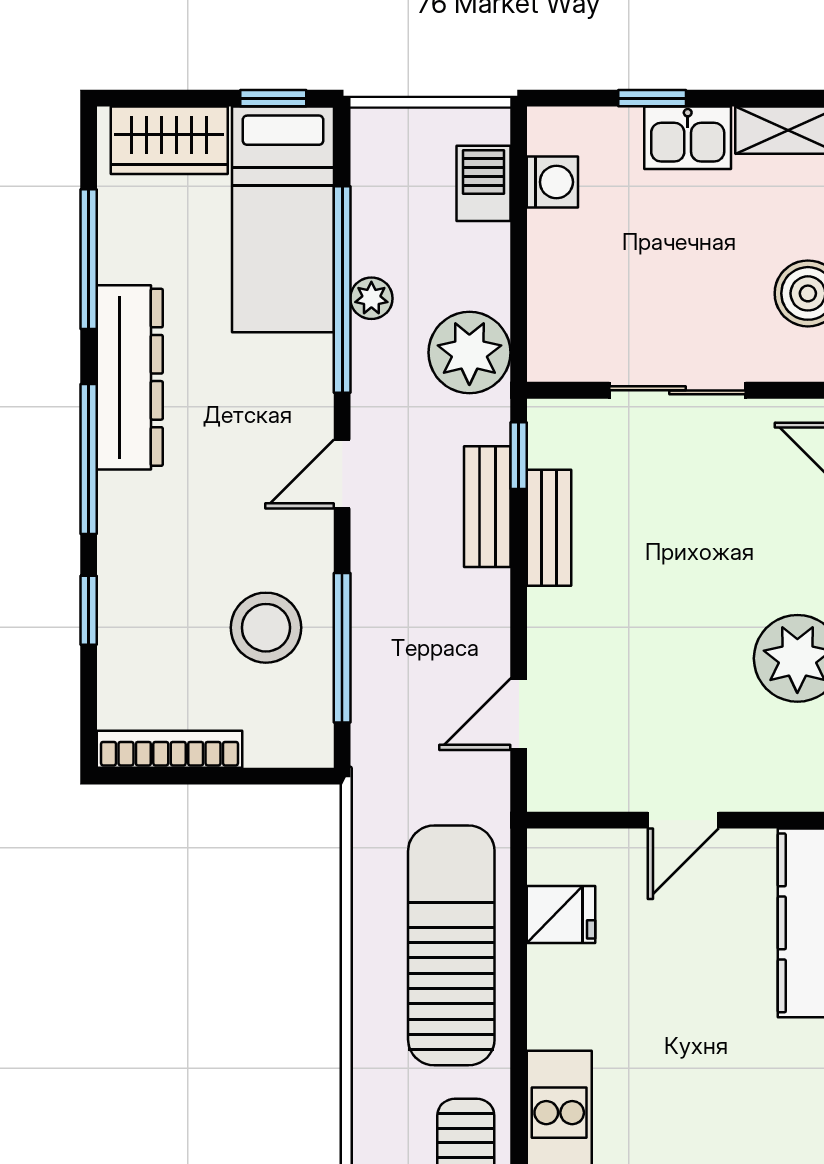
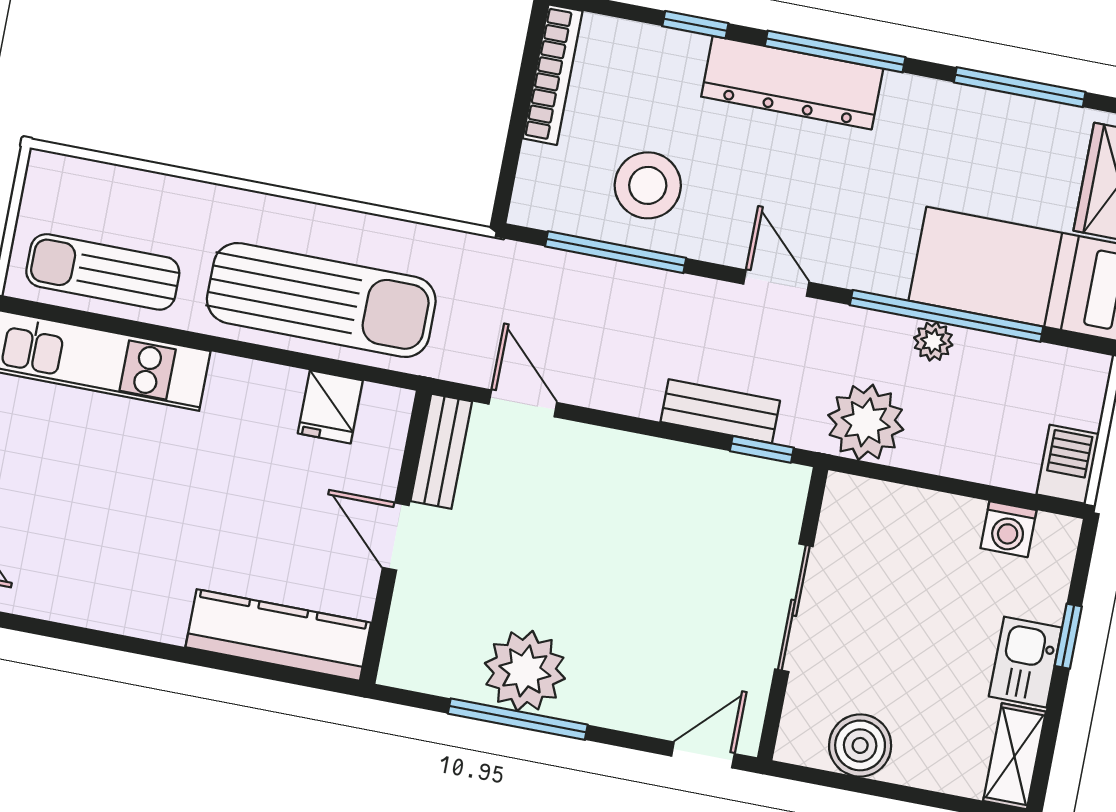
barbecue: (483, 183) -> (1068, 464), moved, turned -90
dresser: (130, 377) -> (792, 83), moved
bench: (549, 528) -> (441, 451), moved, turned 90

